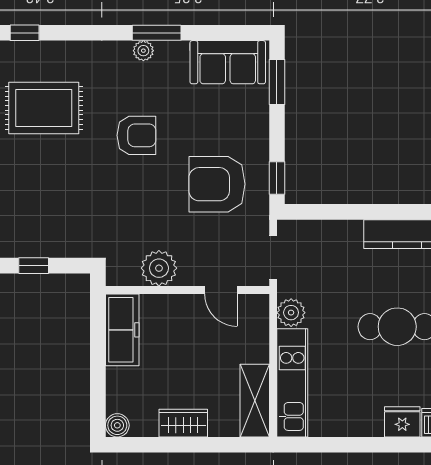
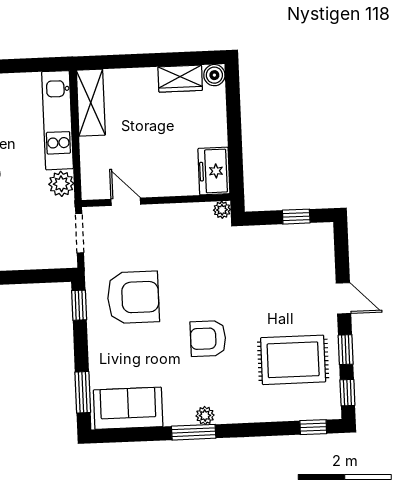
plant: (159, 268) -> (222, 210), moved, width x0.53, depth x0.53
freezer: (122, 330) -> (214, 171), width x0.71
wardrobe: (183, 423) -> (180, 79), moved

